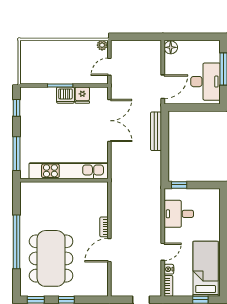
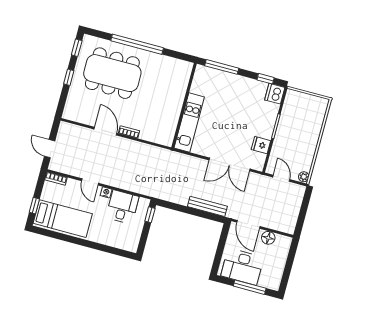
floor lamp: (171, 47) -> (268, 238), moved
dishwasher: (65, 95) -> (275, 94), moved
kitchen unit: (69, 171) -> (189, 123), width x0.73
nightstand: (169, 269) -> (106, 192), moved

